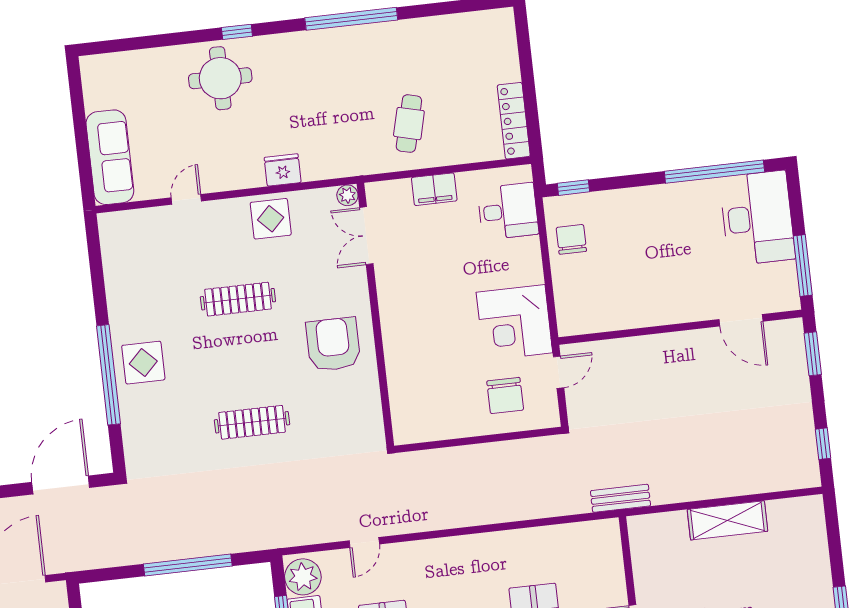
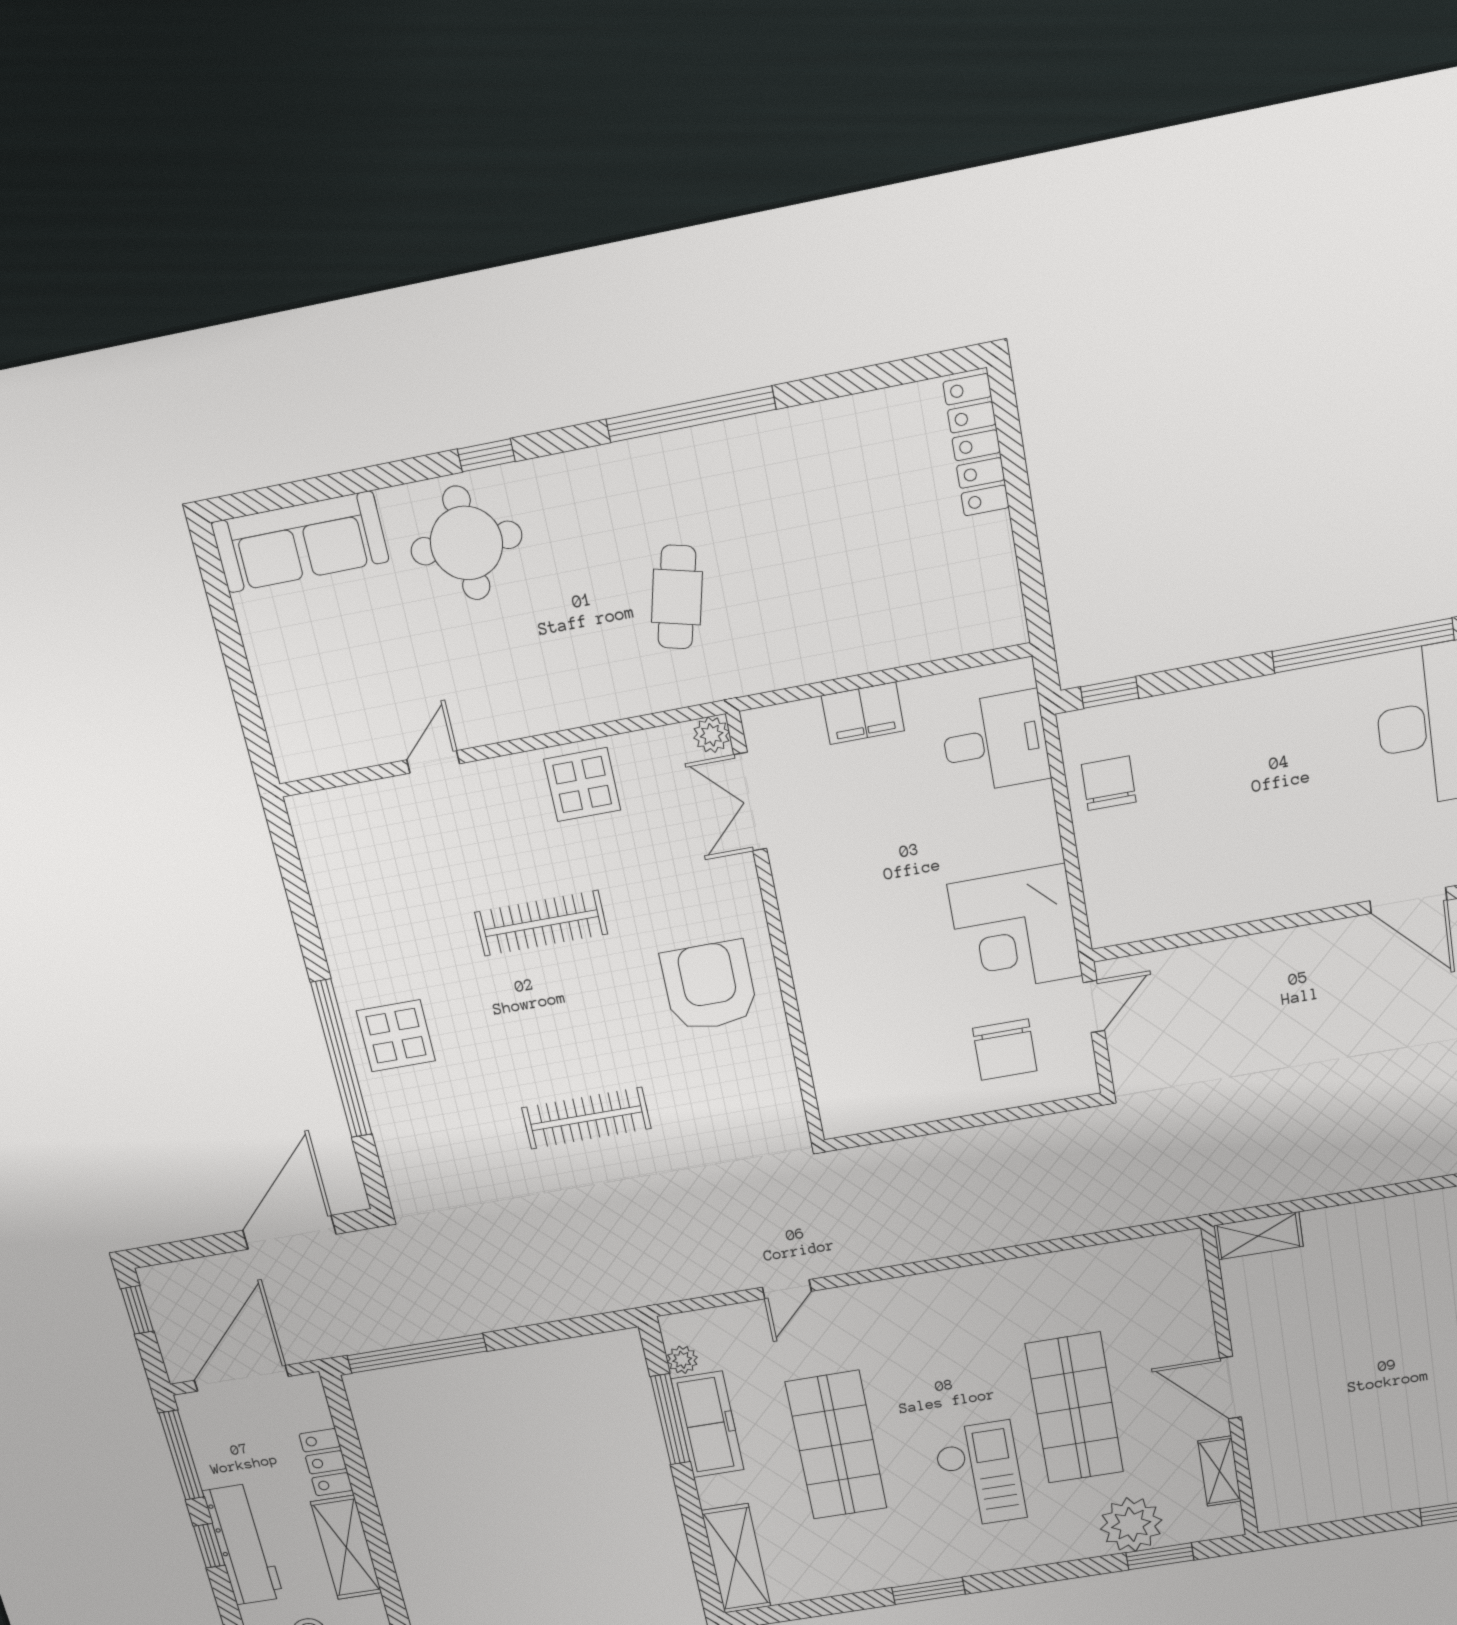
locker: (514, 121) -> (976, 445), moved
cafe table: (409, 124) -> (677, 597), moved
sofa: (110, 157) -> (300, 542), moved, turned 90
fridge: (283, 170) -> (594, 699), removed
bench: (620, 498) -> (1204, 1198), removed
shelving: (727, 520) -> (1258, 1236), moved, width x0.67, depth x0.75
window: (188, 565) -> (417, 1353), moved
plant: (303, 577) -> (682, 1360), width x0.53, depth x0.53

